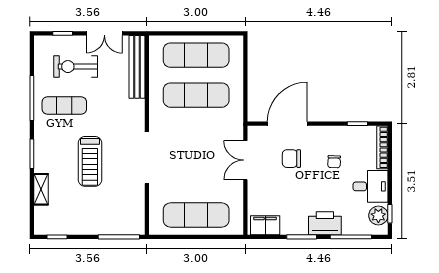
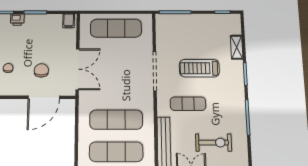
exercise mat: (64, 105) -> (188, 104), moved
chair: (291, 159) -> (41, 70), turned -90
double door: (245, 160) -> (77, 69), width x1.37
treadmill: (90, 161) -> (199, 68), turned -90
printer: (325, 223) -> (17, 20), width x0.53, depth x0.68
filing cabinet: (265, 225) -> (69, 21), width x0.50

